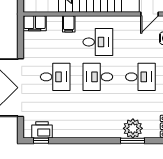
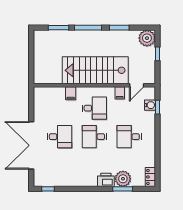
filing cabinet: (35, 23) -> (120, 93), moved, width x0.50
desk: (140, 77) -> (129, 137), turned 180
printer: (42, 130) -> (106, 180), moved

